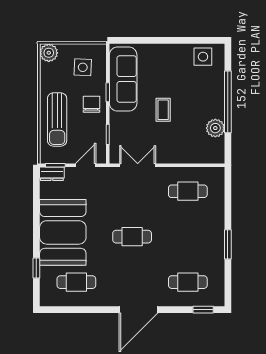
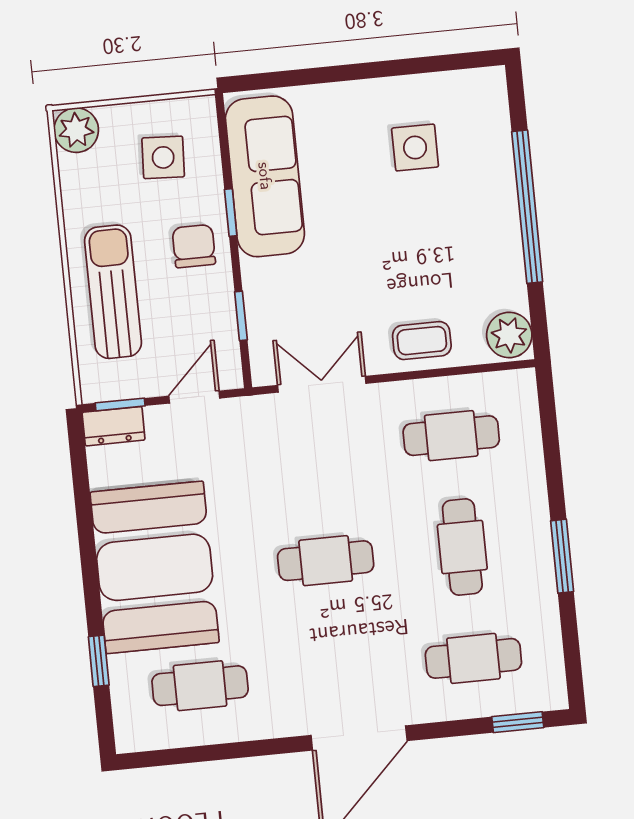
side table: (203, 57) -> (415, 147), moved
coffee table: (163, 110) -> (422, 341), moved, turned 90
sun lounger: (57, 119) -> (113, 292), turned 180
plant: (215, 128) -> (509, 335), moved
cafe table: (188, 237) -> (462, 547), added

